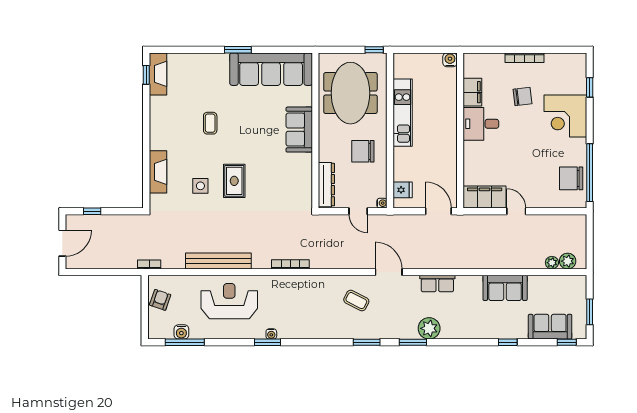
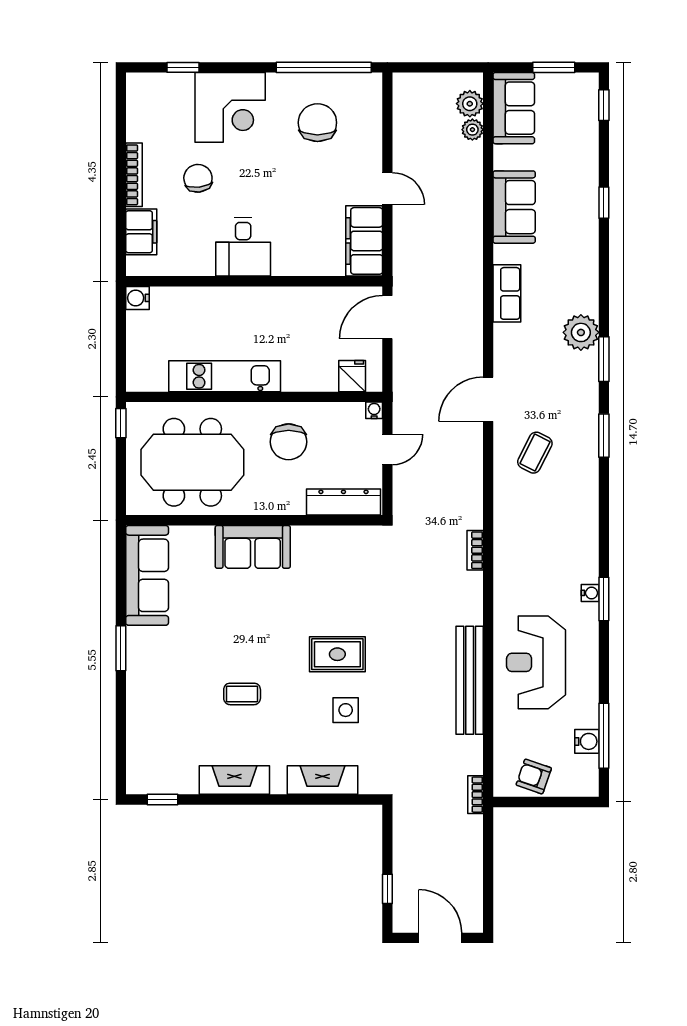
sofa: (271, 69) -> (147, 575), width x0.74, depth x0.79
fireplace: (158, 74) -> (234, 780), moved
filing cabinet: (472, 92) -> (141, 232), moved, turned 90
chair: (571, 178) -> (317, 123), moved, turned 180
door: (516, 211) -> (387, 189), swing flipped
bookcase: (290, 264) -> (475, 550), width x0.64
row of seats: (437, 284) -> (507, 293), moved
sofa: (550, 327) -> (514, 108), moved, turned 180

